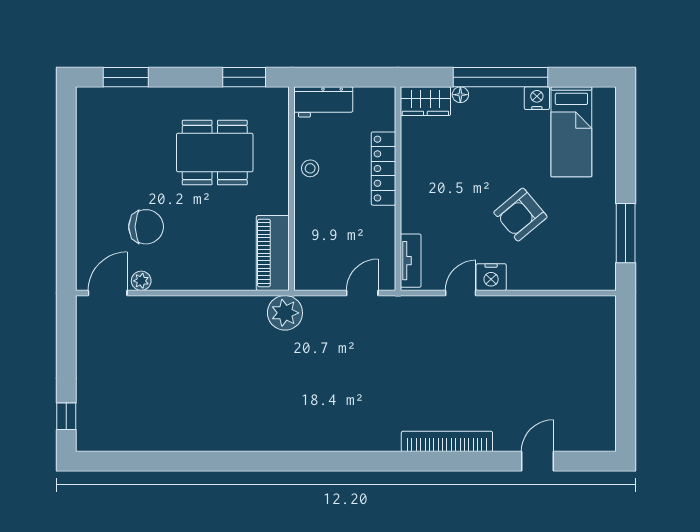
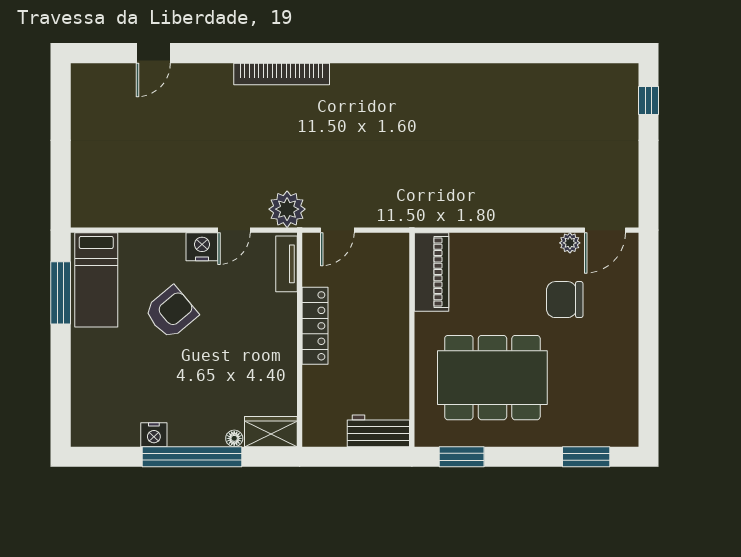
bed: (571, 132) -> (96, 280), moved, turned 180
dining table: (215, 153) -> (492, 378), width x1.36, depth x1.24
stool: (310, 168) -> (392, 361), removed
locker: (384, 169) -> (315, 326), moved
plant: (285, 313) -> (287, 209), moved
bookcase: (447, 441) -> (282, 74), moved

